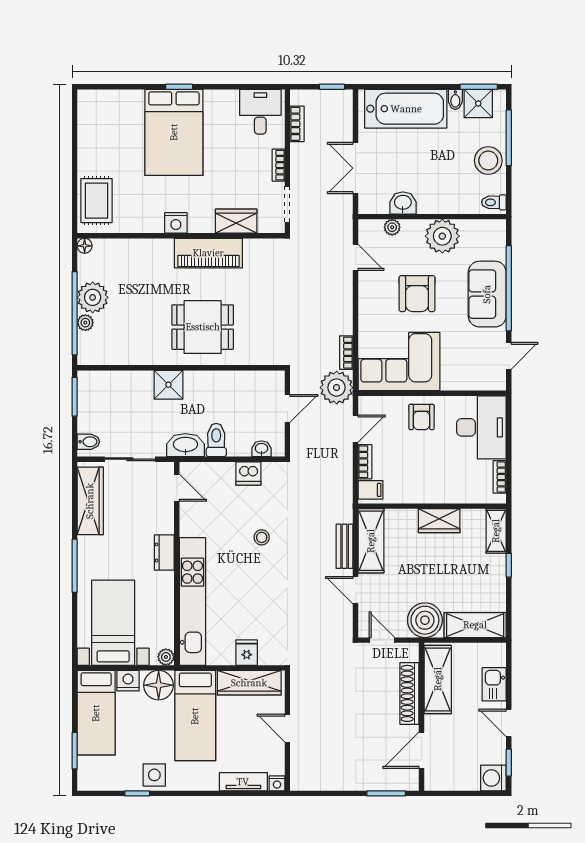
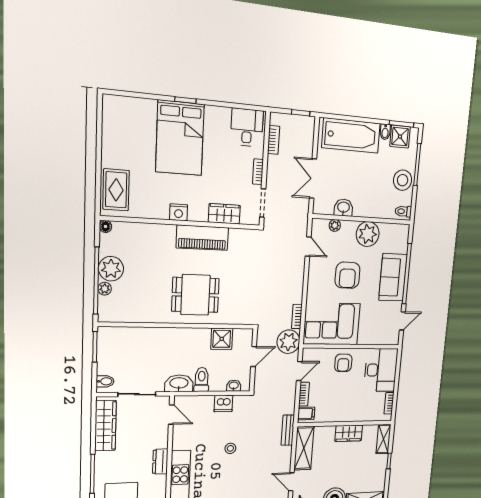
shower: (168, 385) -> (222, 339), moved
bench: (345, 546) -> (288, 430), moved

